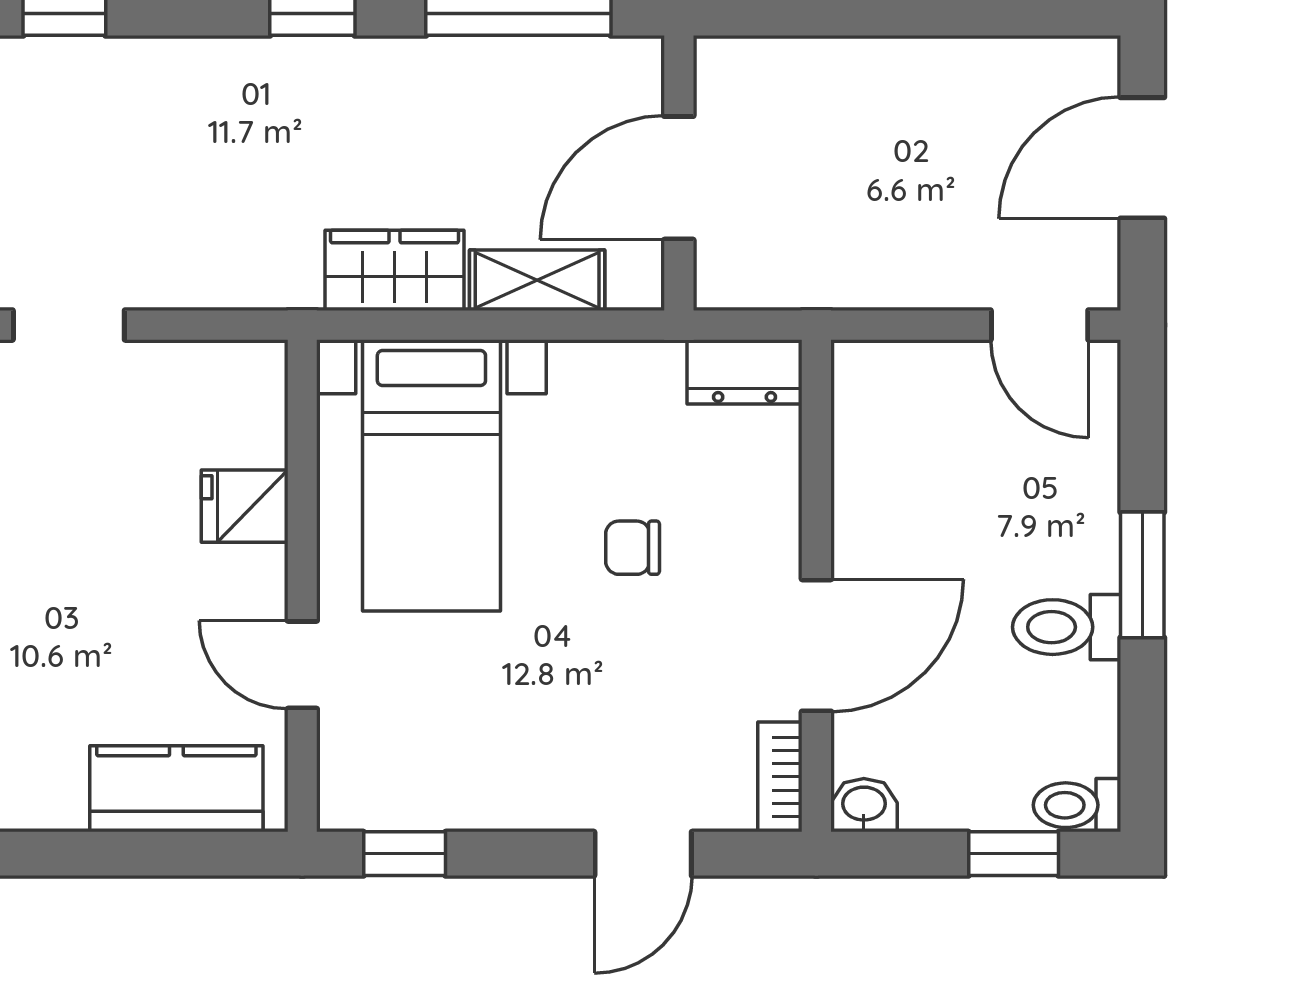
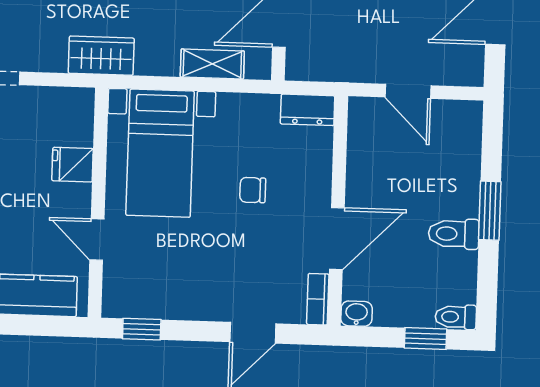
wardrobe: (395, 270) -> (101, 56), moved
door: (1040, 325) -> (408, 91), moved

